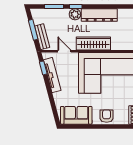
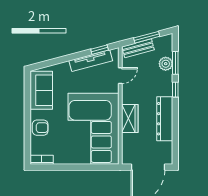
plant: (75, 14) -> (166, 64), moved
wardrobe: (93, 43) -> (130, 118), width x0.67

